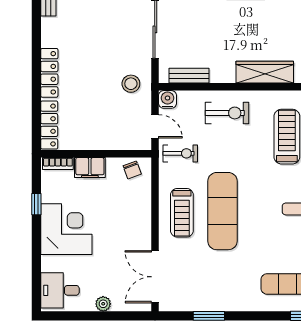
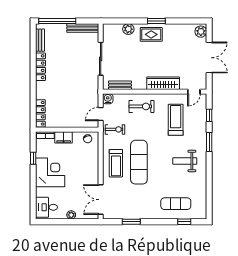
locker: (49, 73) -> (41, 67), moved
stool: (131, 84) -> (87, 90), removed
door: (155, 126) -> (101, 114), swing flipped

